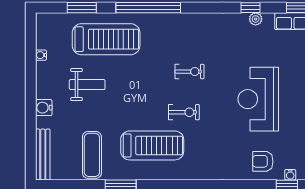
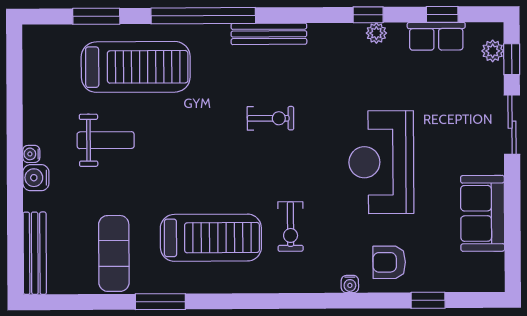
bench: (189, 19) -> (269, 34), added
water cooler: (41, 55) -> (31, 154), moved
exercise bike: (184, 112) -> (290, 227), moved, turned 90
water cooler: (290, 175) -> (350, 284), moved

